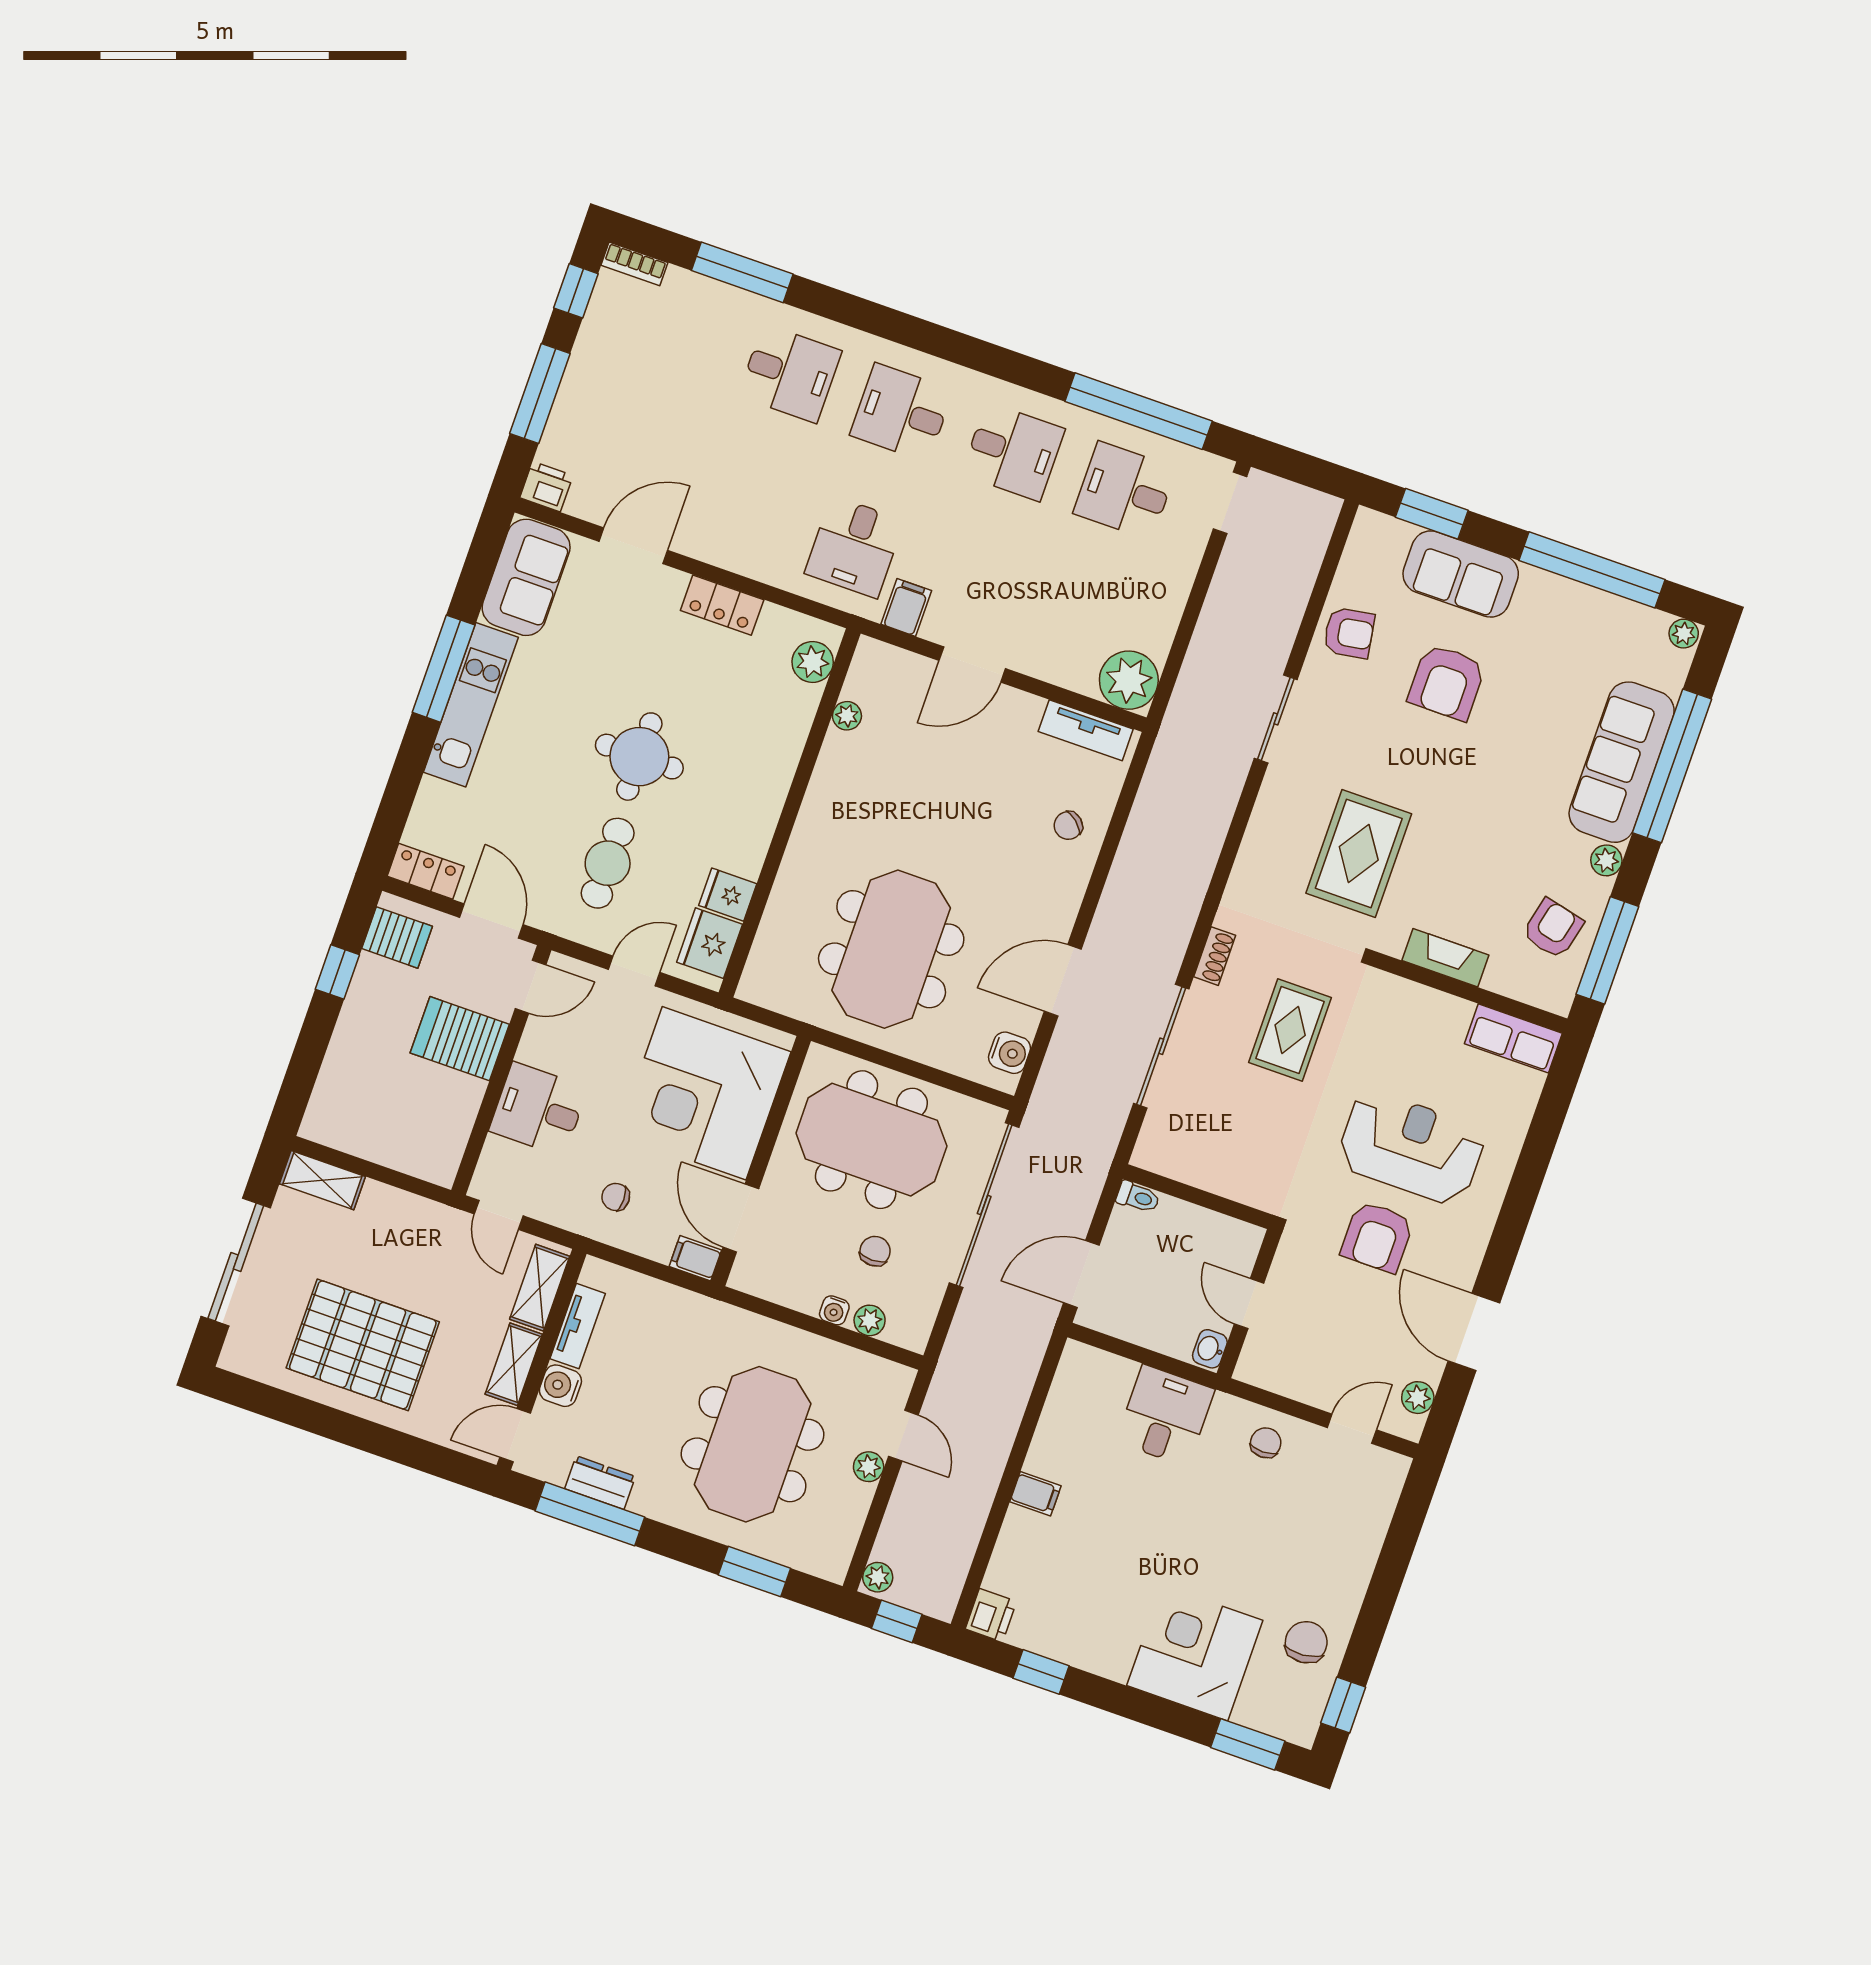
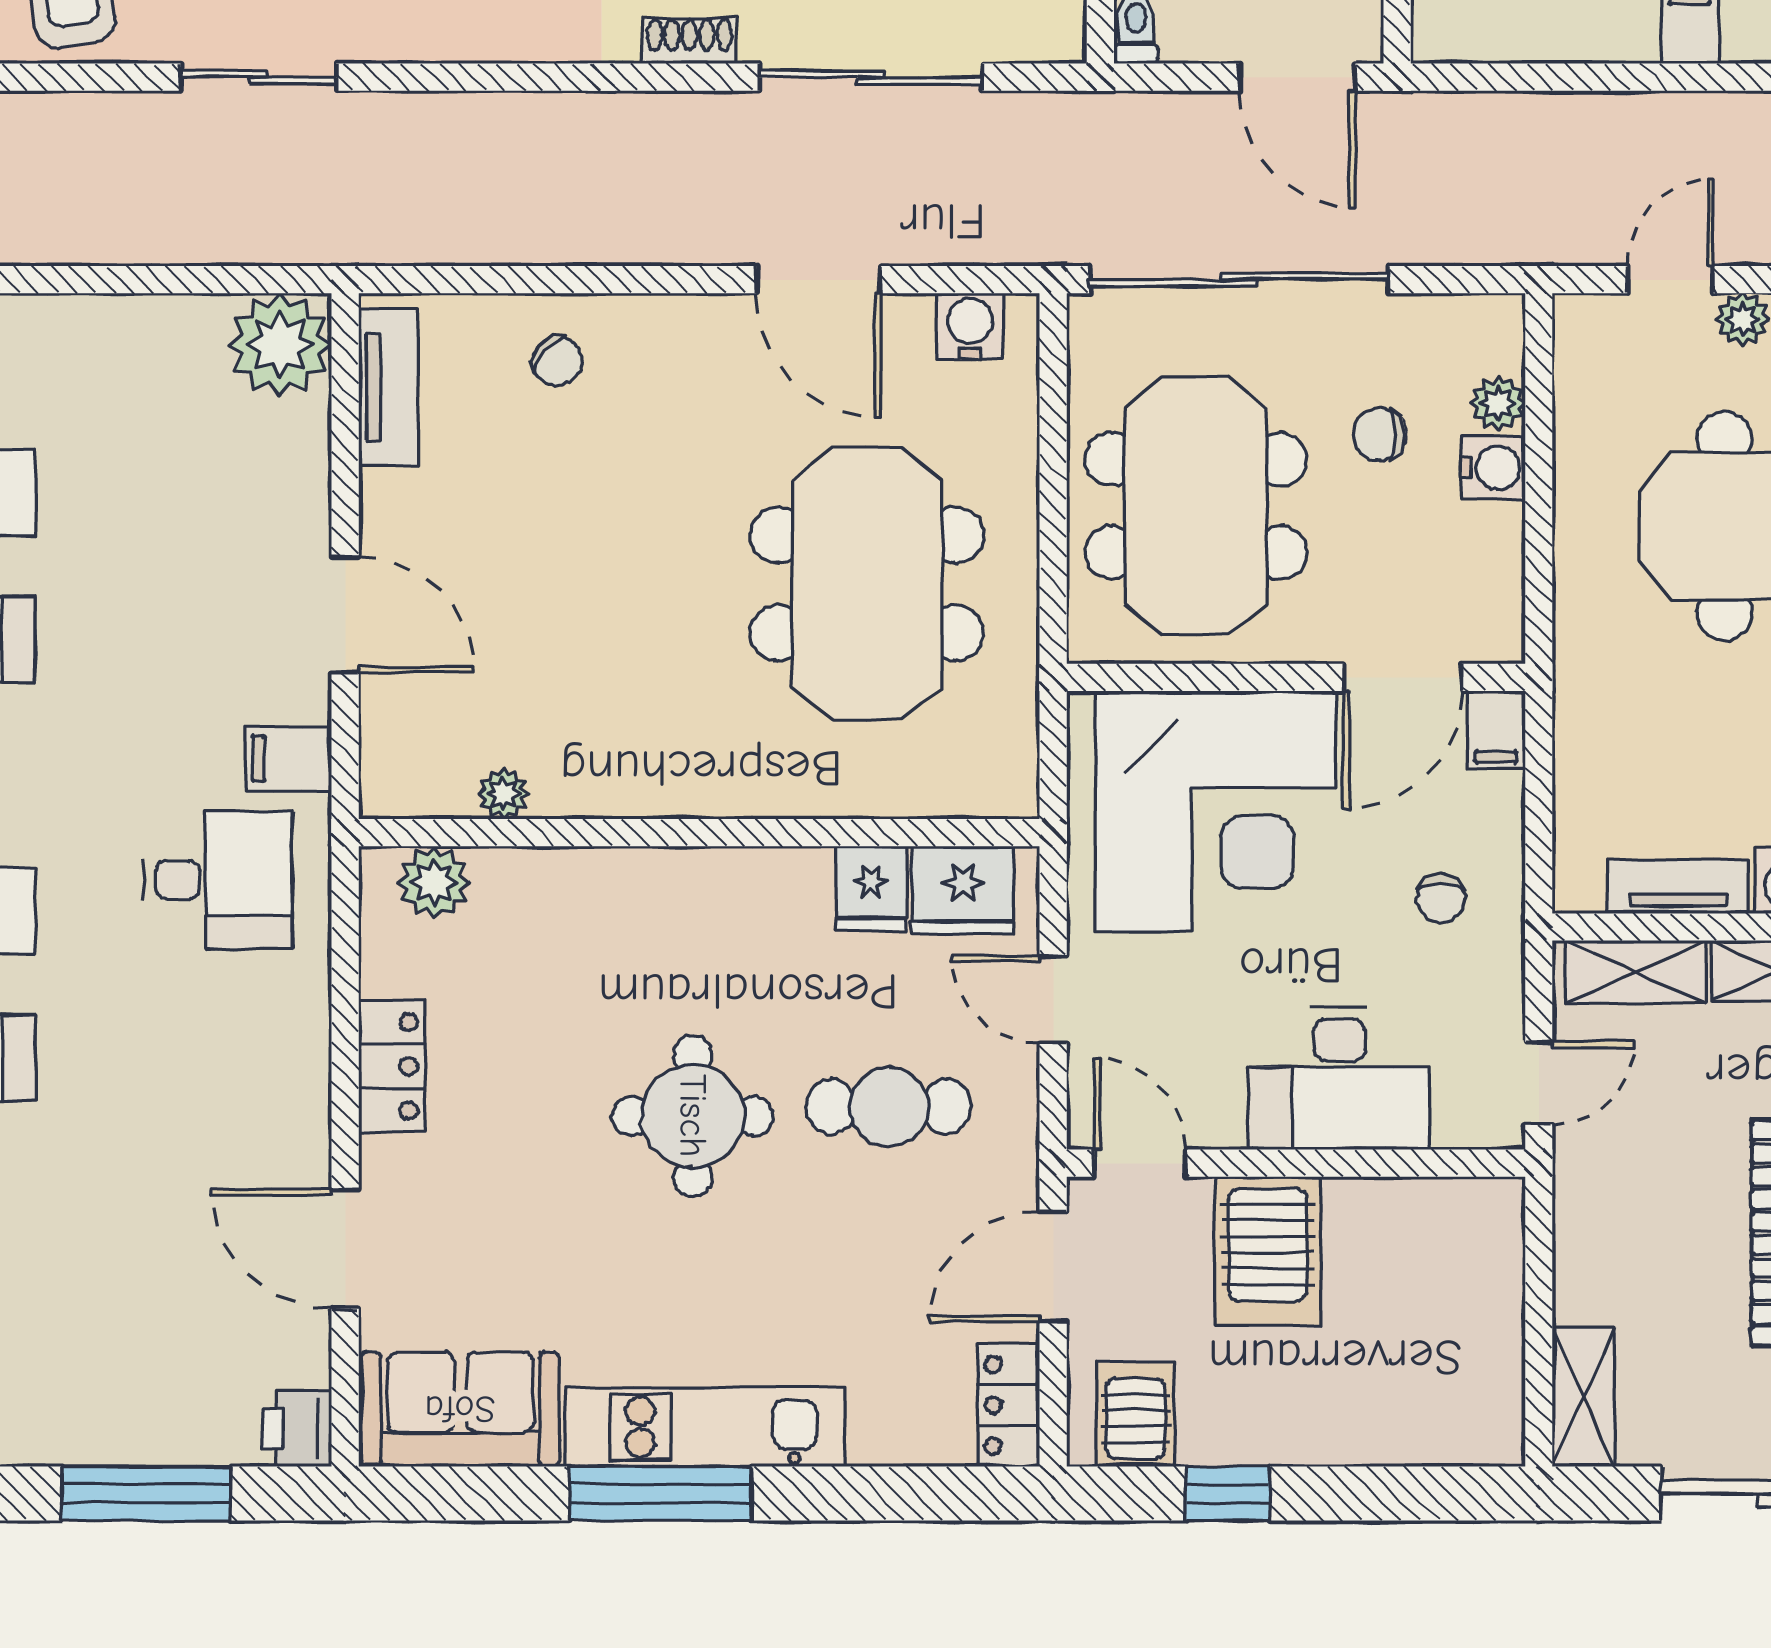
meeting table: (891, 949) -> (867, 584), turned 90
desk: (538, 1109) -> (1339, 1078), width x1.37
water cooler: (834, 1310) -> (1493, 468), width x1.38, depth x1.38

